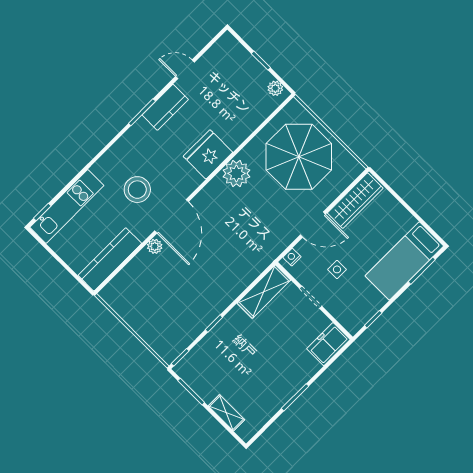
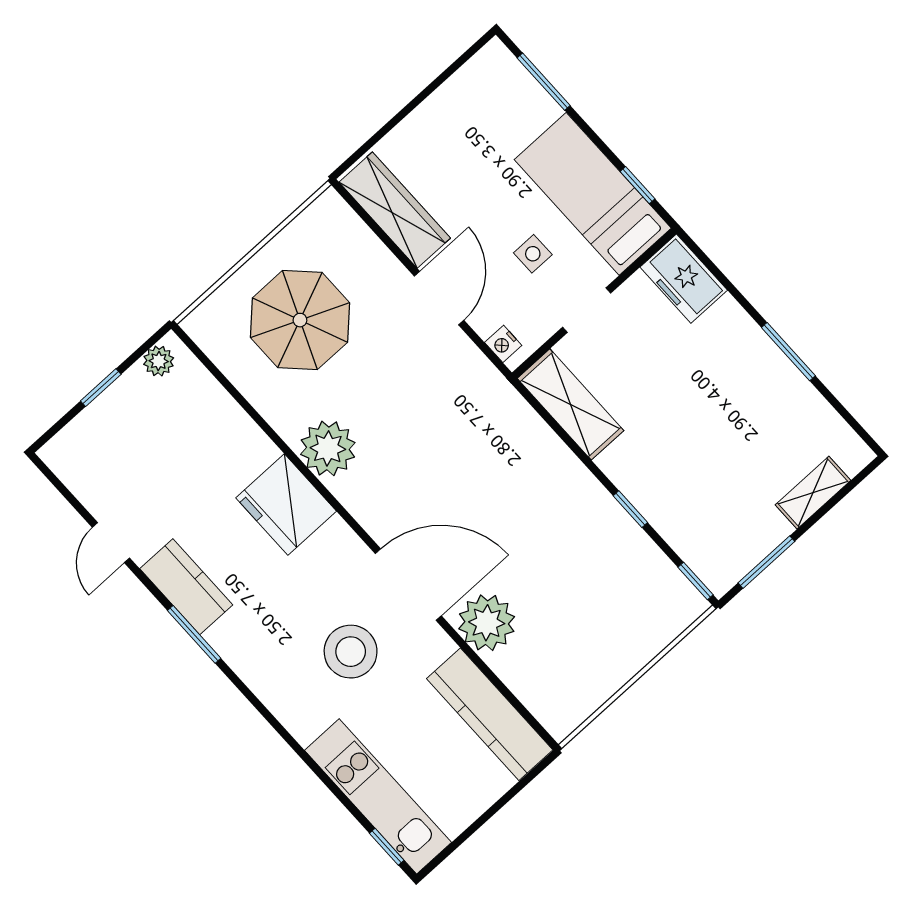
parasol: (299, 157) -> (300, 320), width x0.73, depth x0.73
plant: (155, 246) -> (487, 623), width x1.88, depth x1.88
bed: (404, 261) -> (593, 194), moved, turned 180

